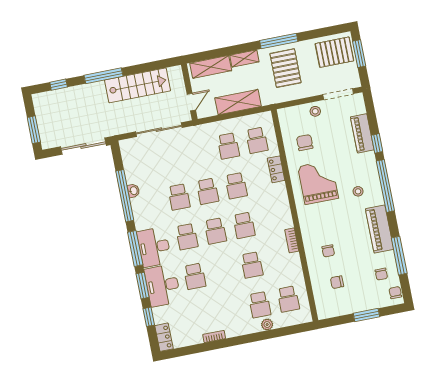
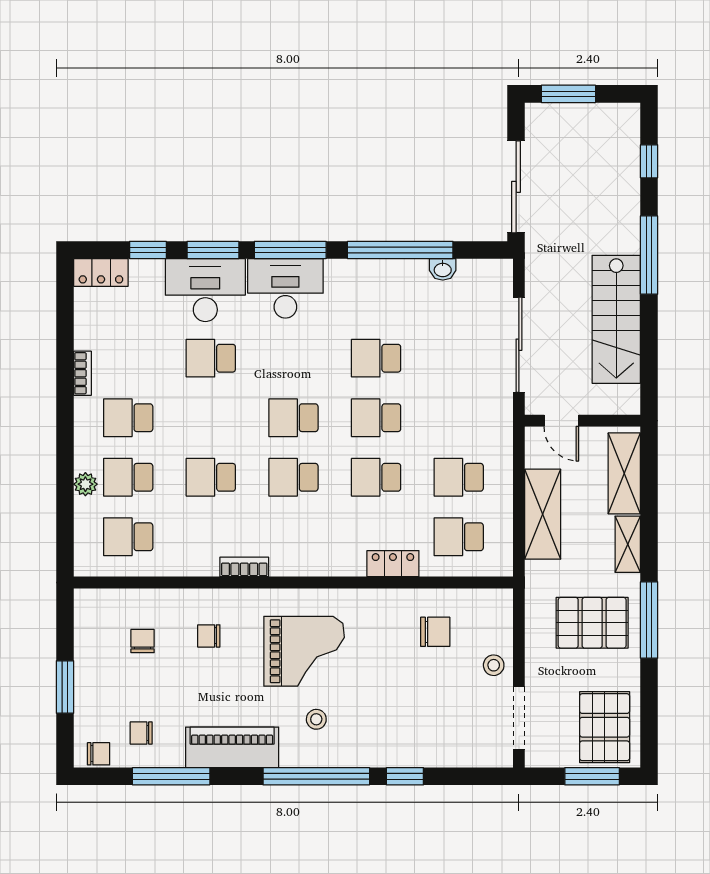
piano: (362, 133) -> (431, 751), removed
grand piano: (318, 182) -> (304, 651), moved
washbasin: (133, 191) -> (443, 269), moved
school desk: (187, 237) -> (128, 418), moved

